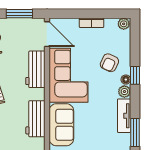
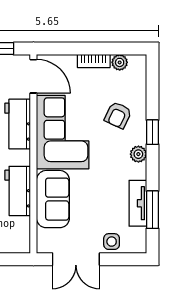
plant: (124, 24) -> (120, 62), moved
floor lamp: (126, 80) -> (140, 138), removed
tv unit: (124, 116) -> (138, 203), moved

